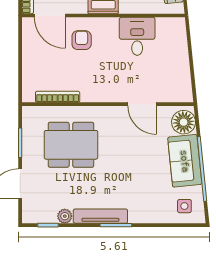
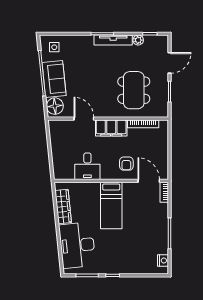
filing cabinet: (103, 91) -> (111, 128), added
dining table: (71, 145) -> (134, 90), turned 90

